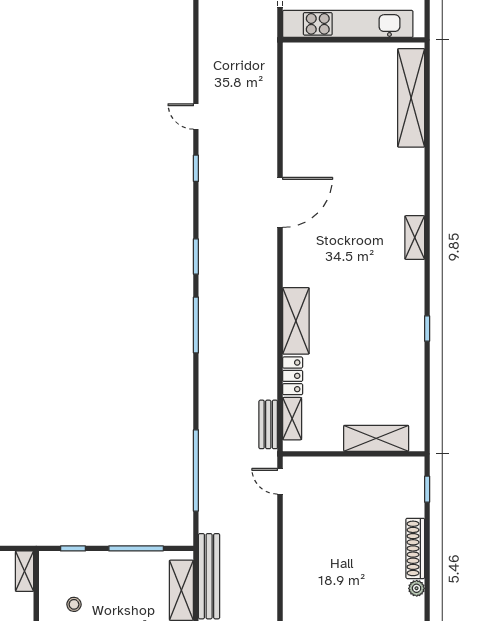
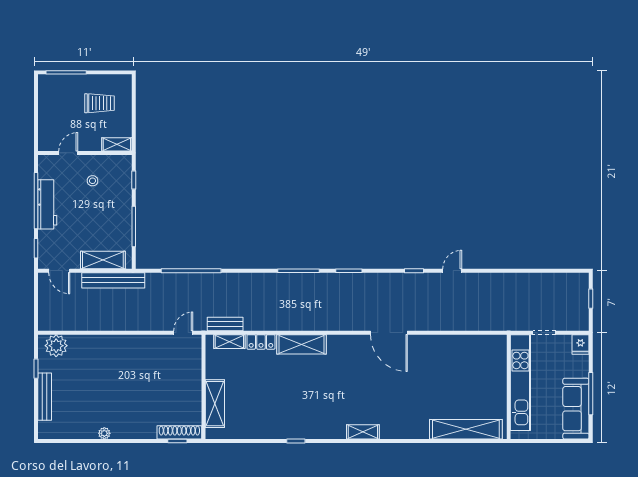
shoe rack: (415, 548) -> (179, 432), moved

